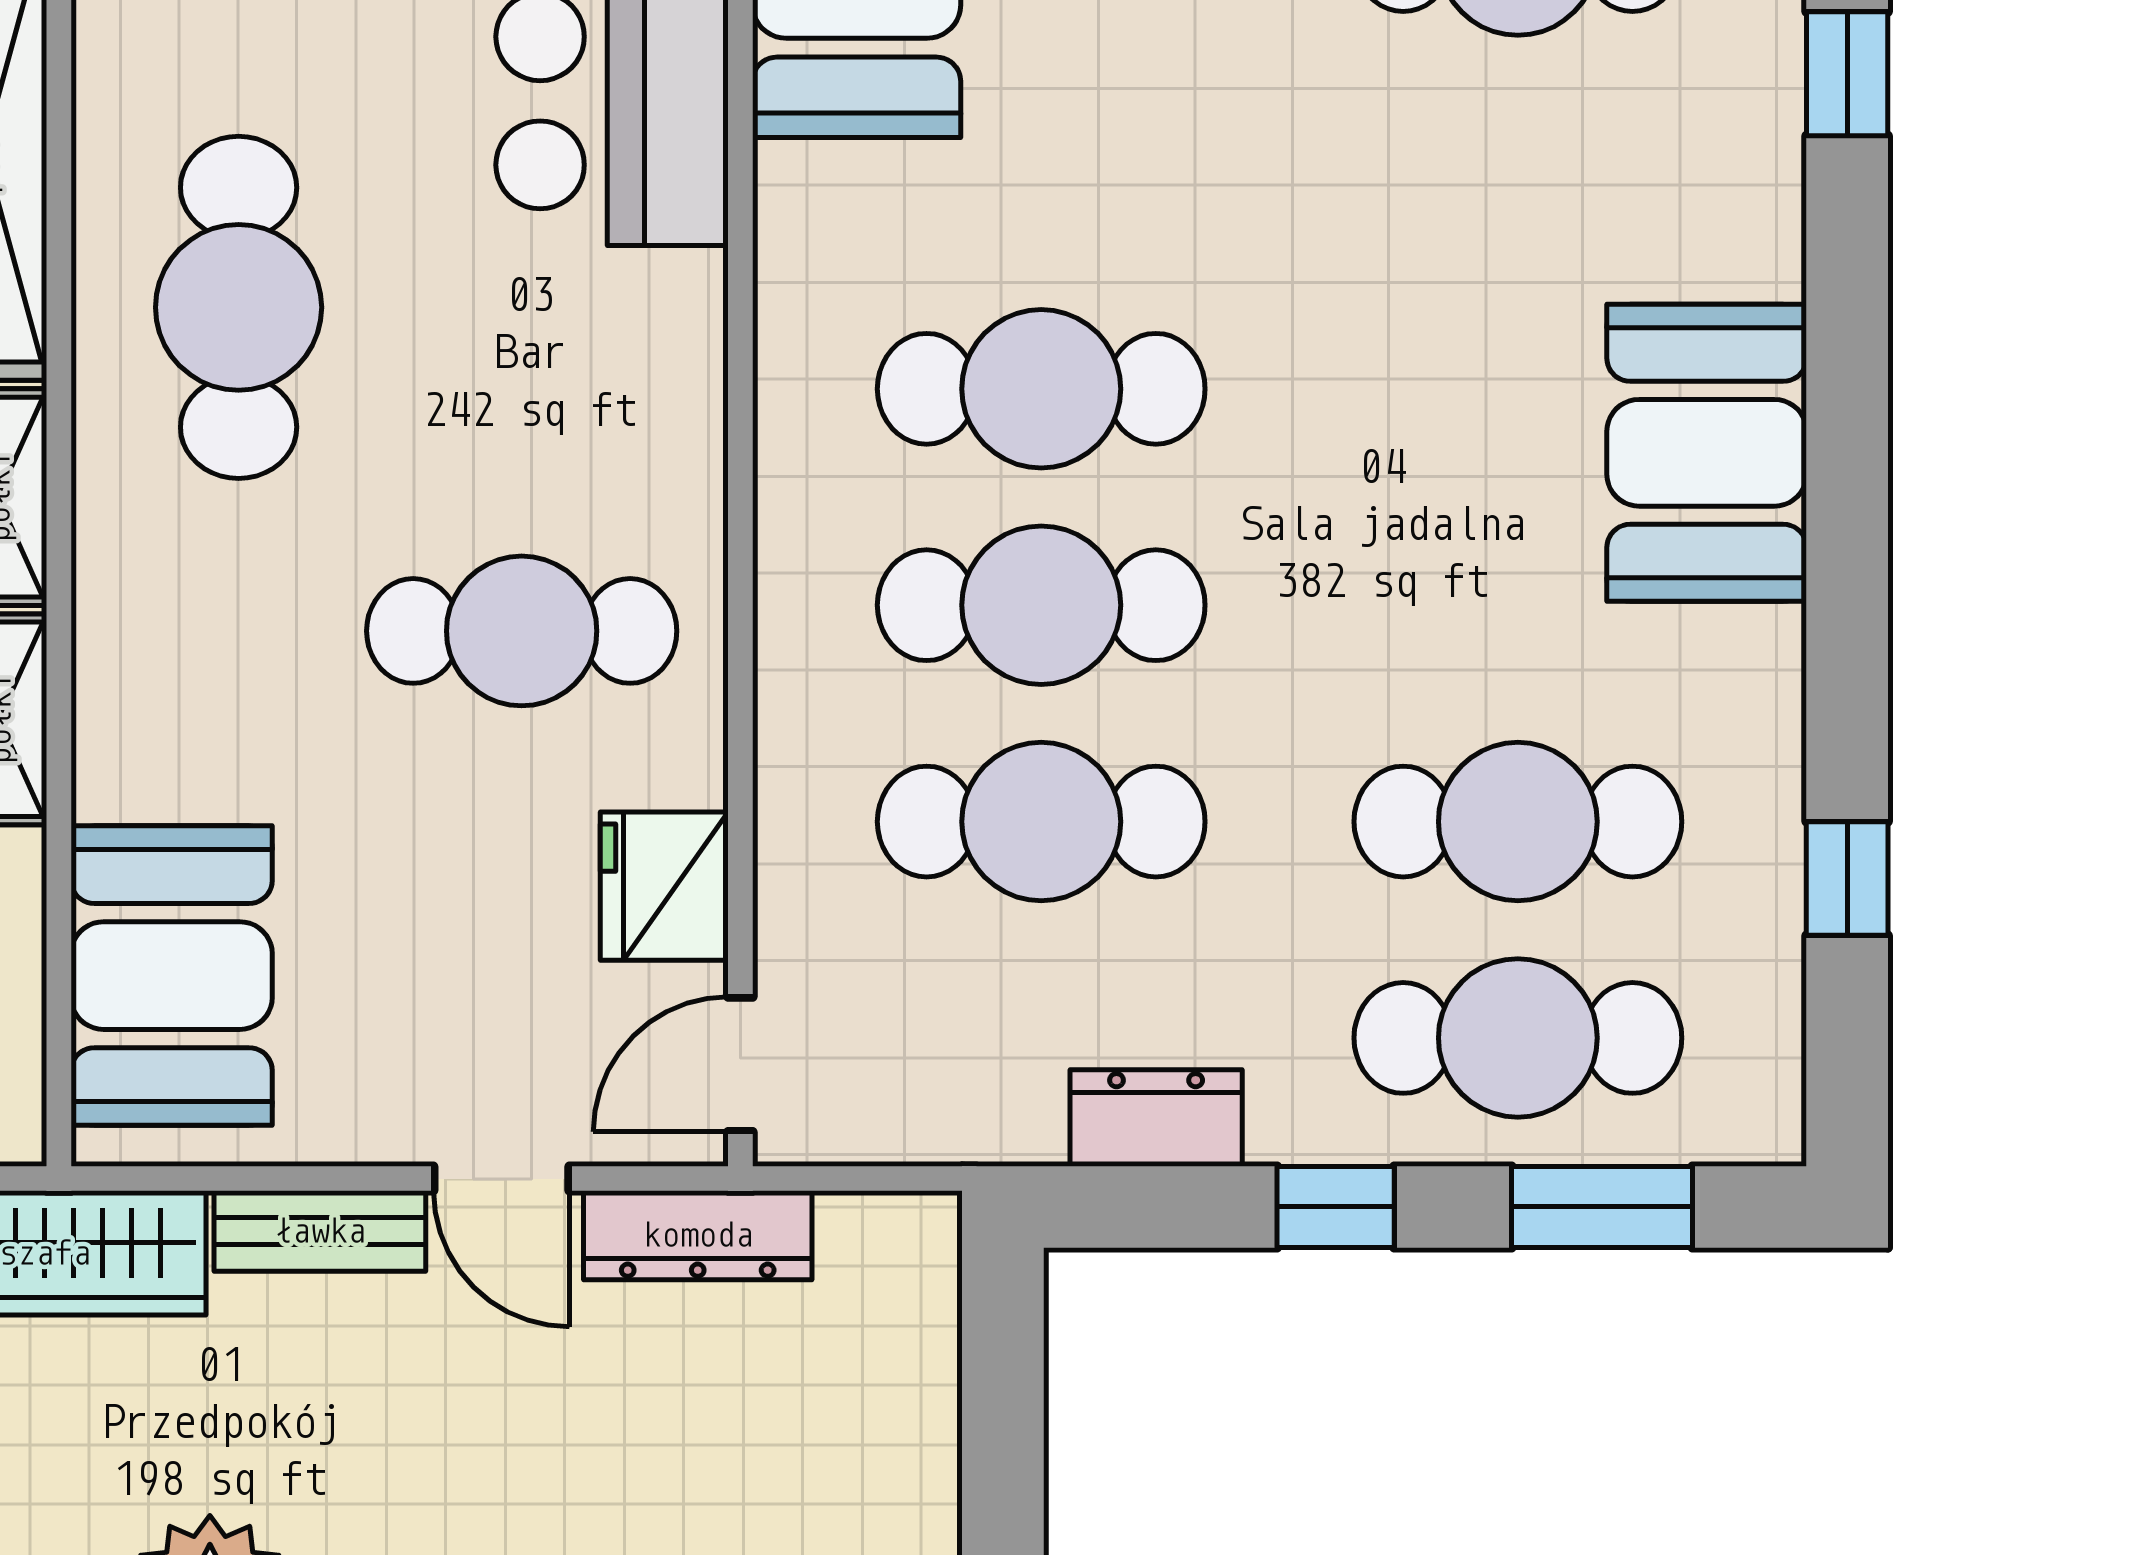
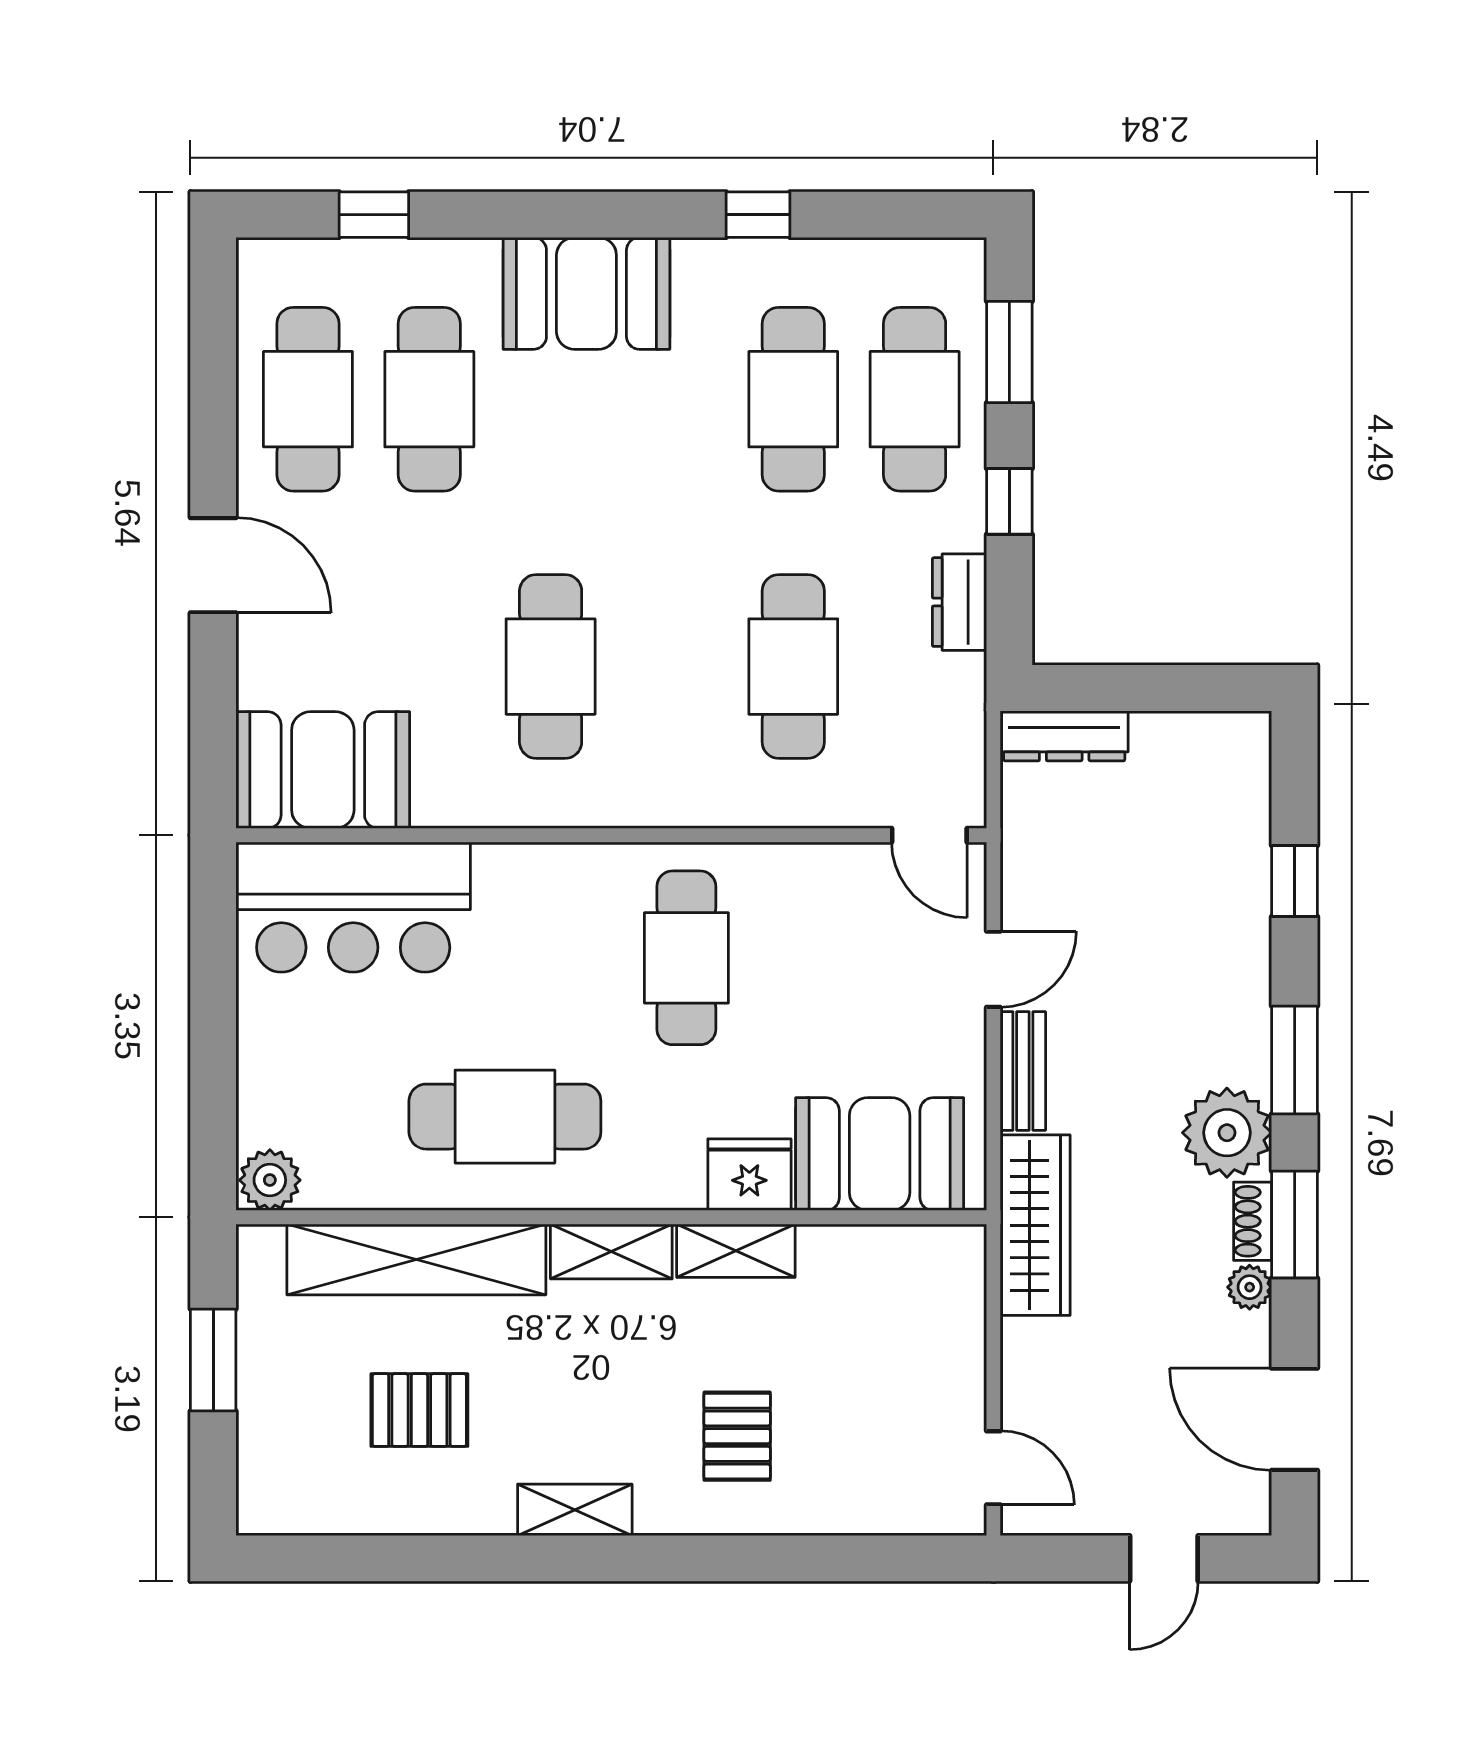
cafe table: (1041, 605) -> (429, 399), moved
window: (1847, 879) -> (758, 215), moved
fridge: (664, 886) -> (749, 1175), moved, turned 180
dresser: (698, 1235) -> (1064, 736), moved, turned 90

